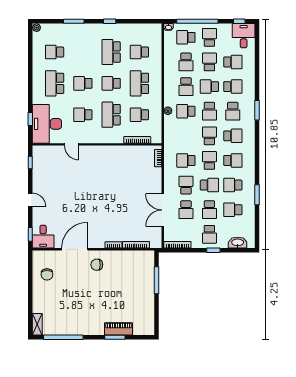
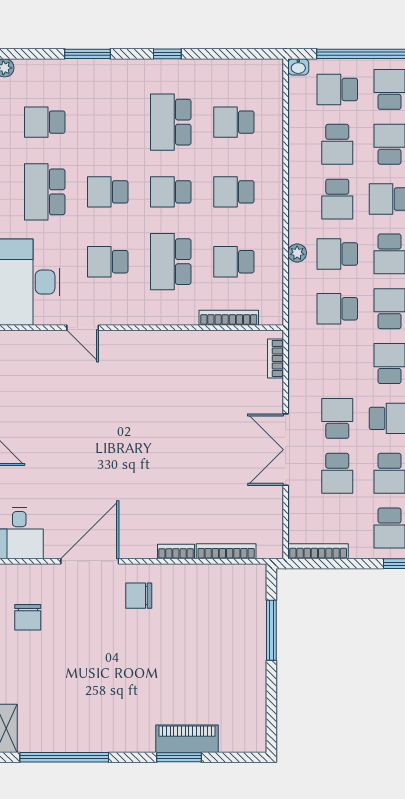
school desk: (139, 83) -> (234, 192), width x0.54
school desk: (186, 160) -> (337, 309), moved
double door: (163, 210) -> (286, 450), moved

